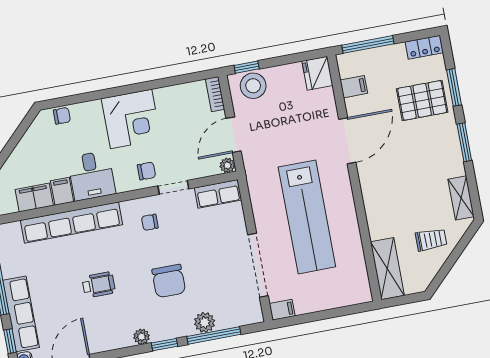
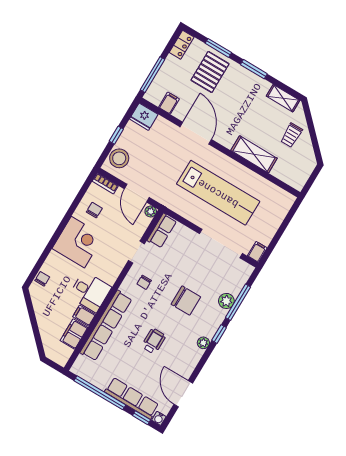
window: (247, 67) -> (116, 135), moved
chair: (146, 171) -> (94, 210), moved
trolley: (431, 240) -> (291, 135), turned 180
shelving: (387, 269) -> (254, 154), moved

